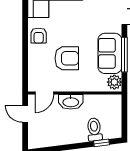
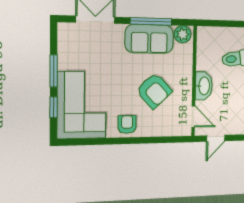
armchair: (39, 36) -> (127, 125), turned -90
armchair: (67, 58) -> (154, 91), turned 137

